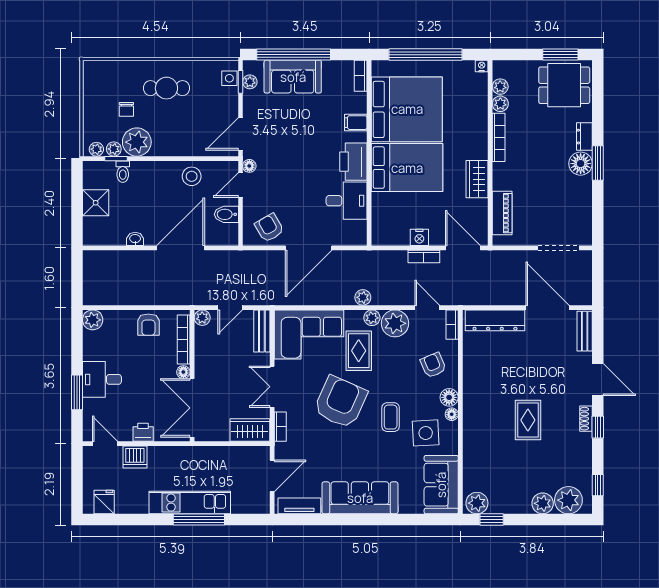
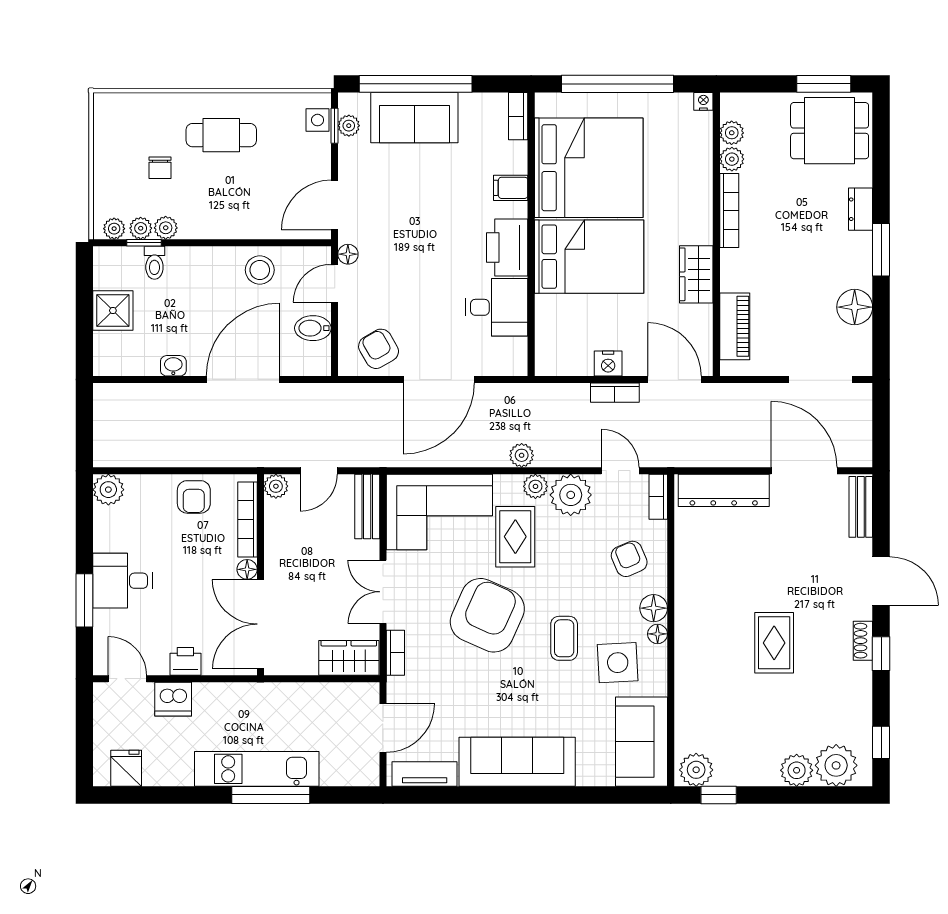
plant: (137, 142) -> (166, 228), width x0.53, depth x0.53
floor lamp: (581, 164) -> (855, 307), moved

